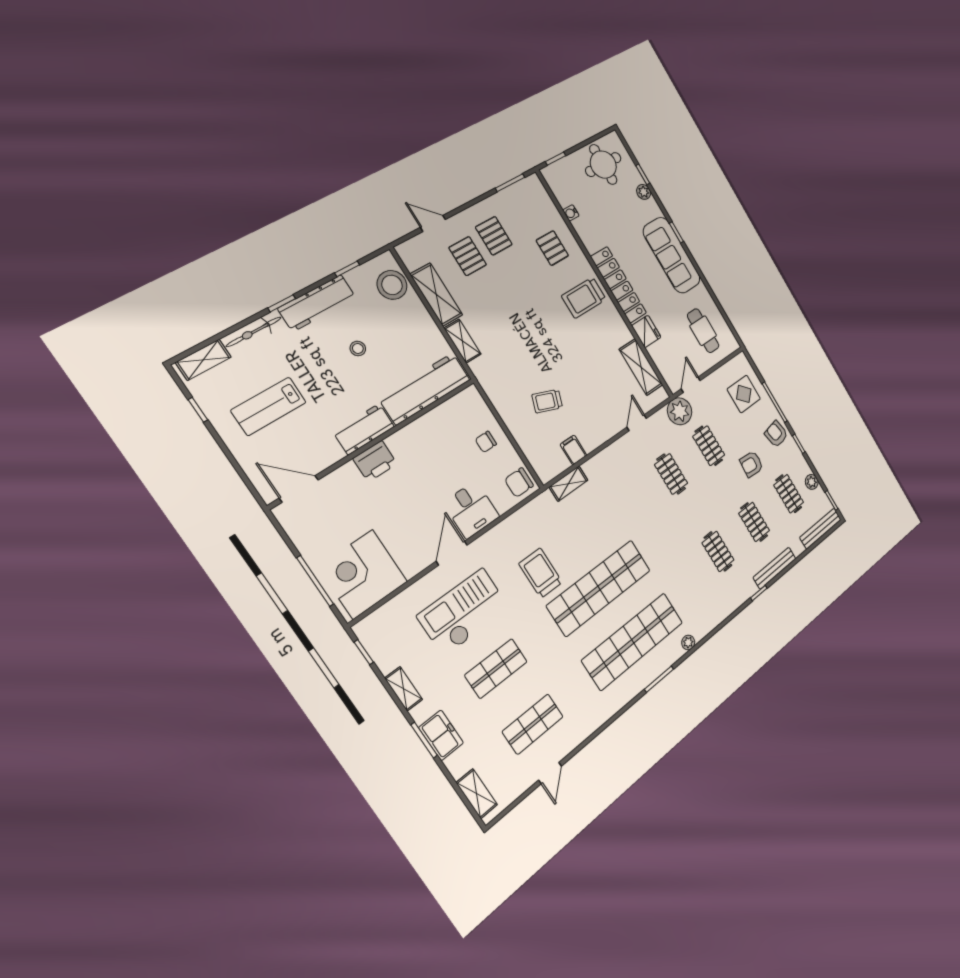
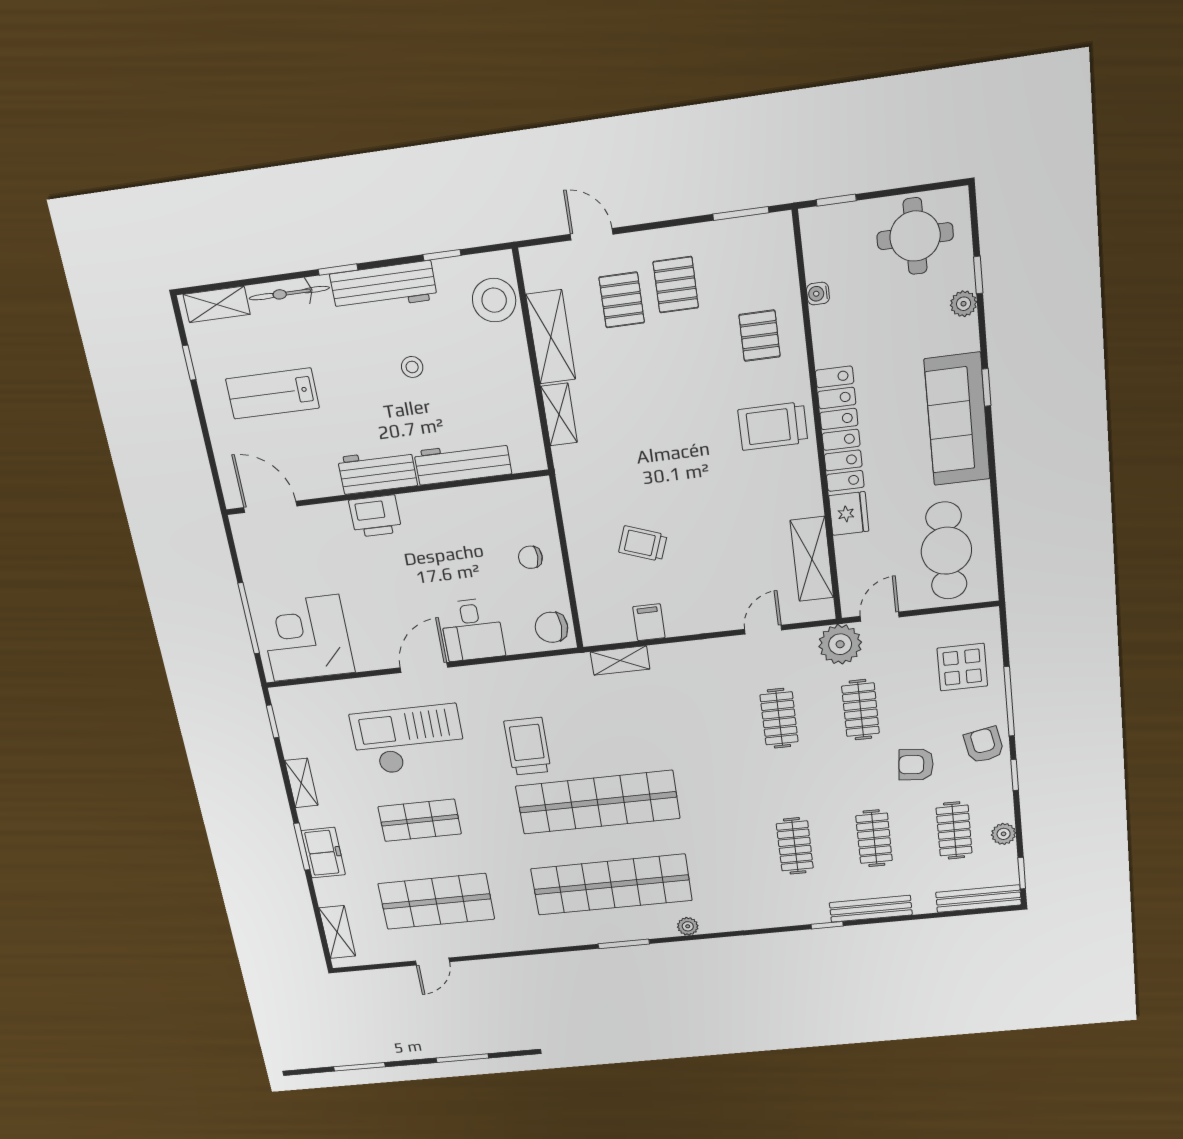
cafe table: (703, 331) -> (946, 551), width x1.37, depth x1.35
workbench: (425, 389) -> (463, 463), width x0.73, depth x0.76
shop shelf: (533, 724) -> (436, 901), width x1.43, depth x1.36

